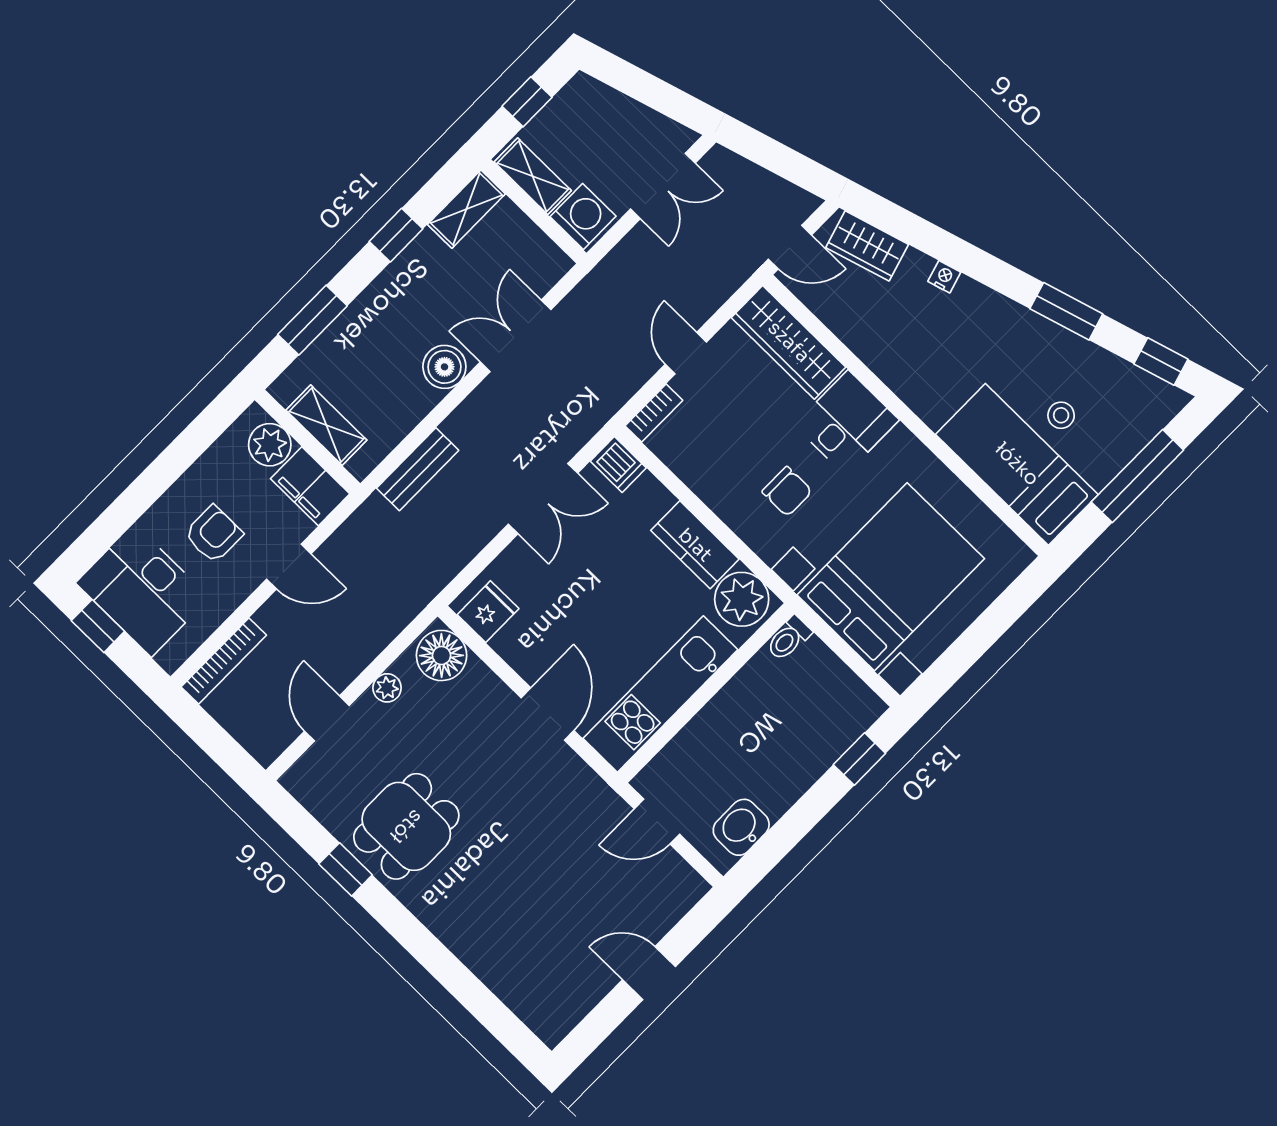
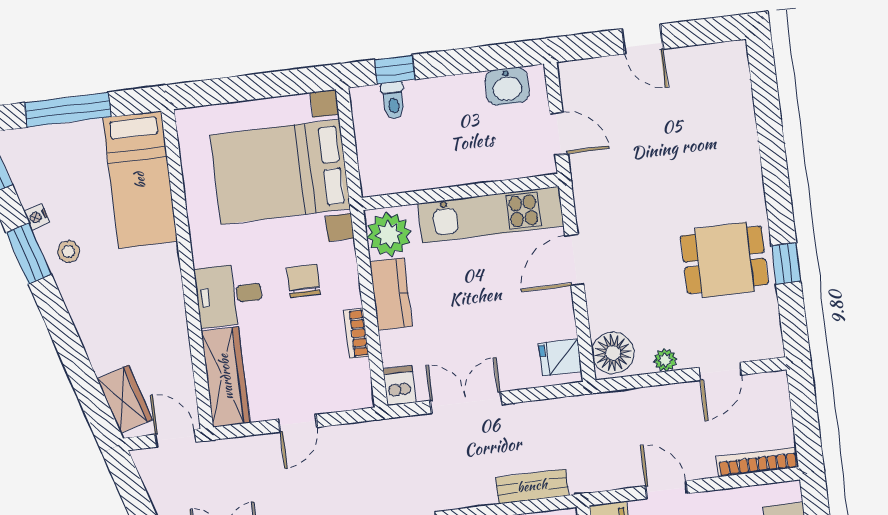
nightstand: (944, 277) -> (37, 217), moved
bookcase: (654, 413) -> (356, 333), moved, turned -90
stool: (1061, 415) -> (69, 251), moved
toilet: (789, 638) -> (393, 100), moved, turned 90

